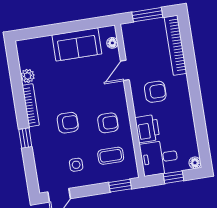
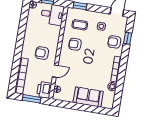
sofa: (77, 44) -> (88, 97), moved
armchair: (68, 123) -> (114, 42), moved
printer: (147, 129) -> (44, 90), moved
window: (25, 138) -> (128, 38), moved

